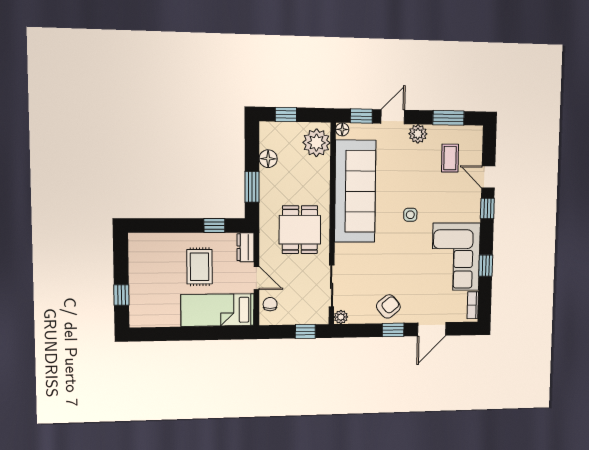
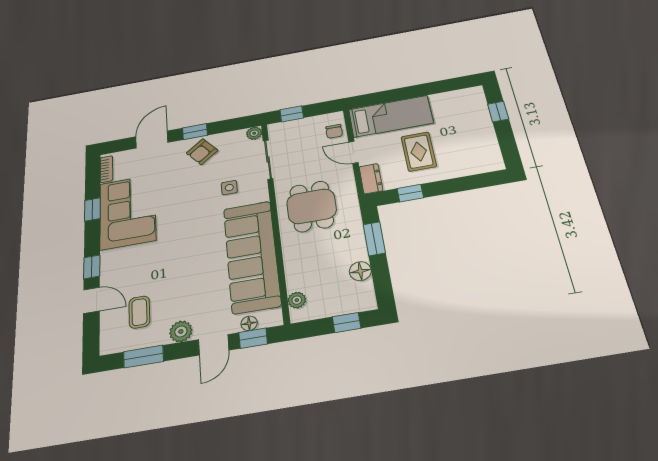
floor lamp: (342, 129) -> (249, 323), moved
plant: (316, 143) -> (297, 300), width x0.53, depth x0.53
side table: (410, 215) -> (229, 188), moved

